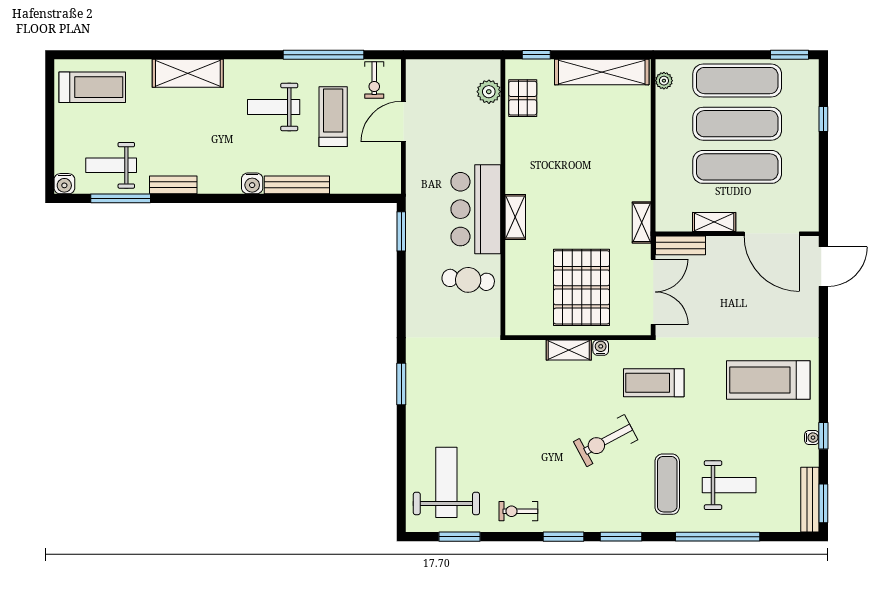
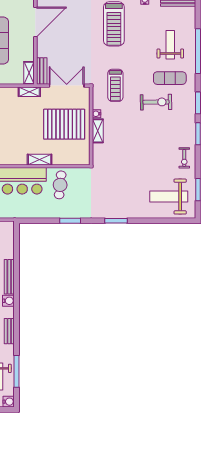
bench: (173, 185) -> (9, 331), moved
shelving: (515, 217) -> (40, 160), moved
shelving: (714, 222) -> (29, 73), moved
window: (401, 231) -> (70, 221), moved
exercise bike: (606, 441) -> (156, 102), moved, turned -63

